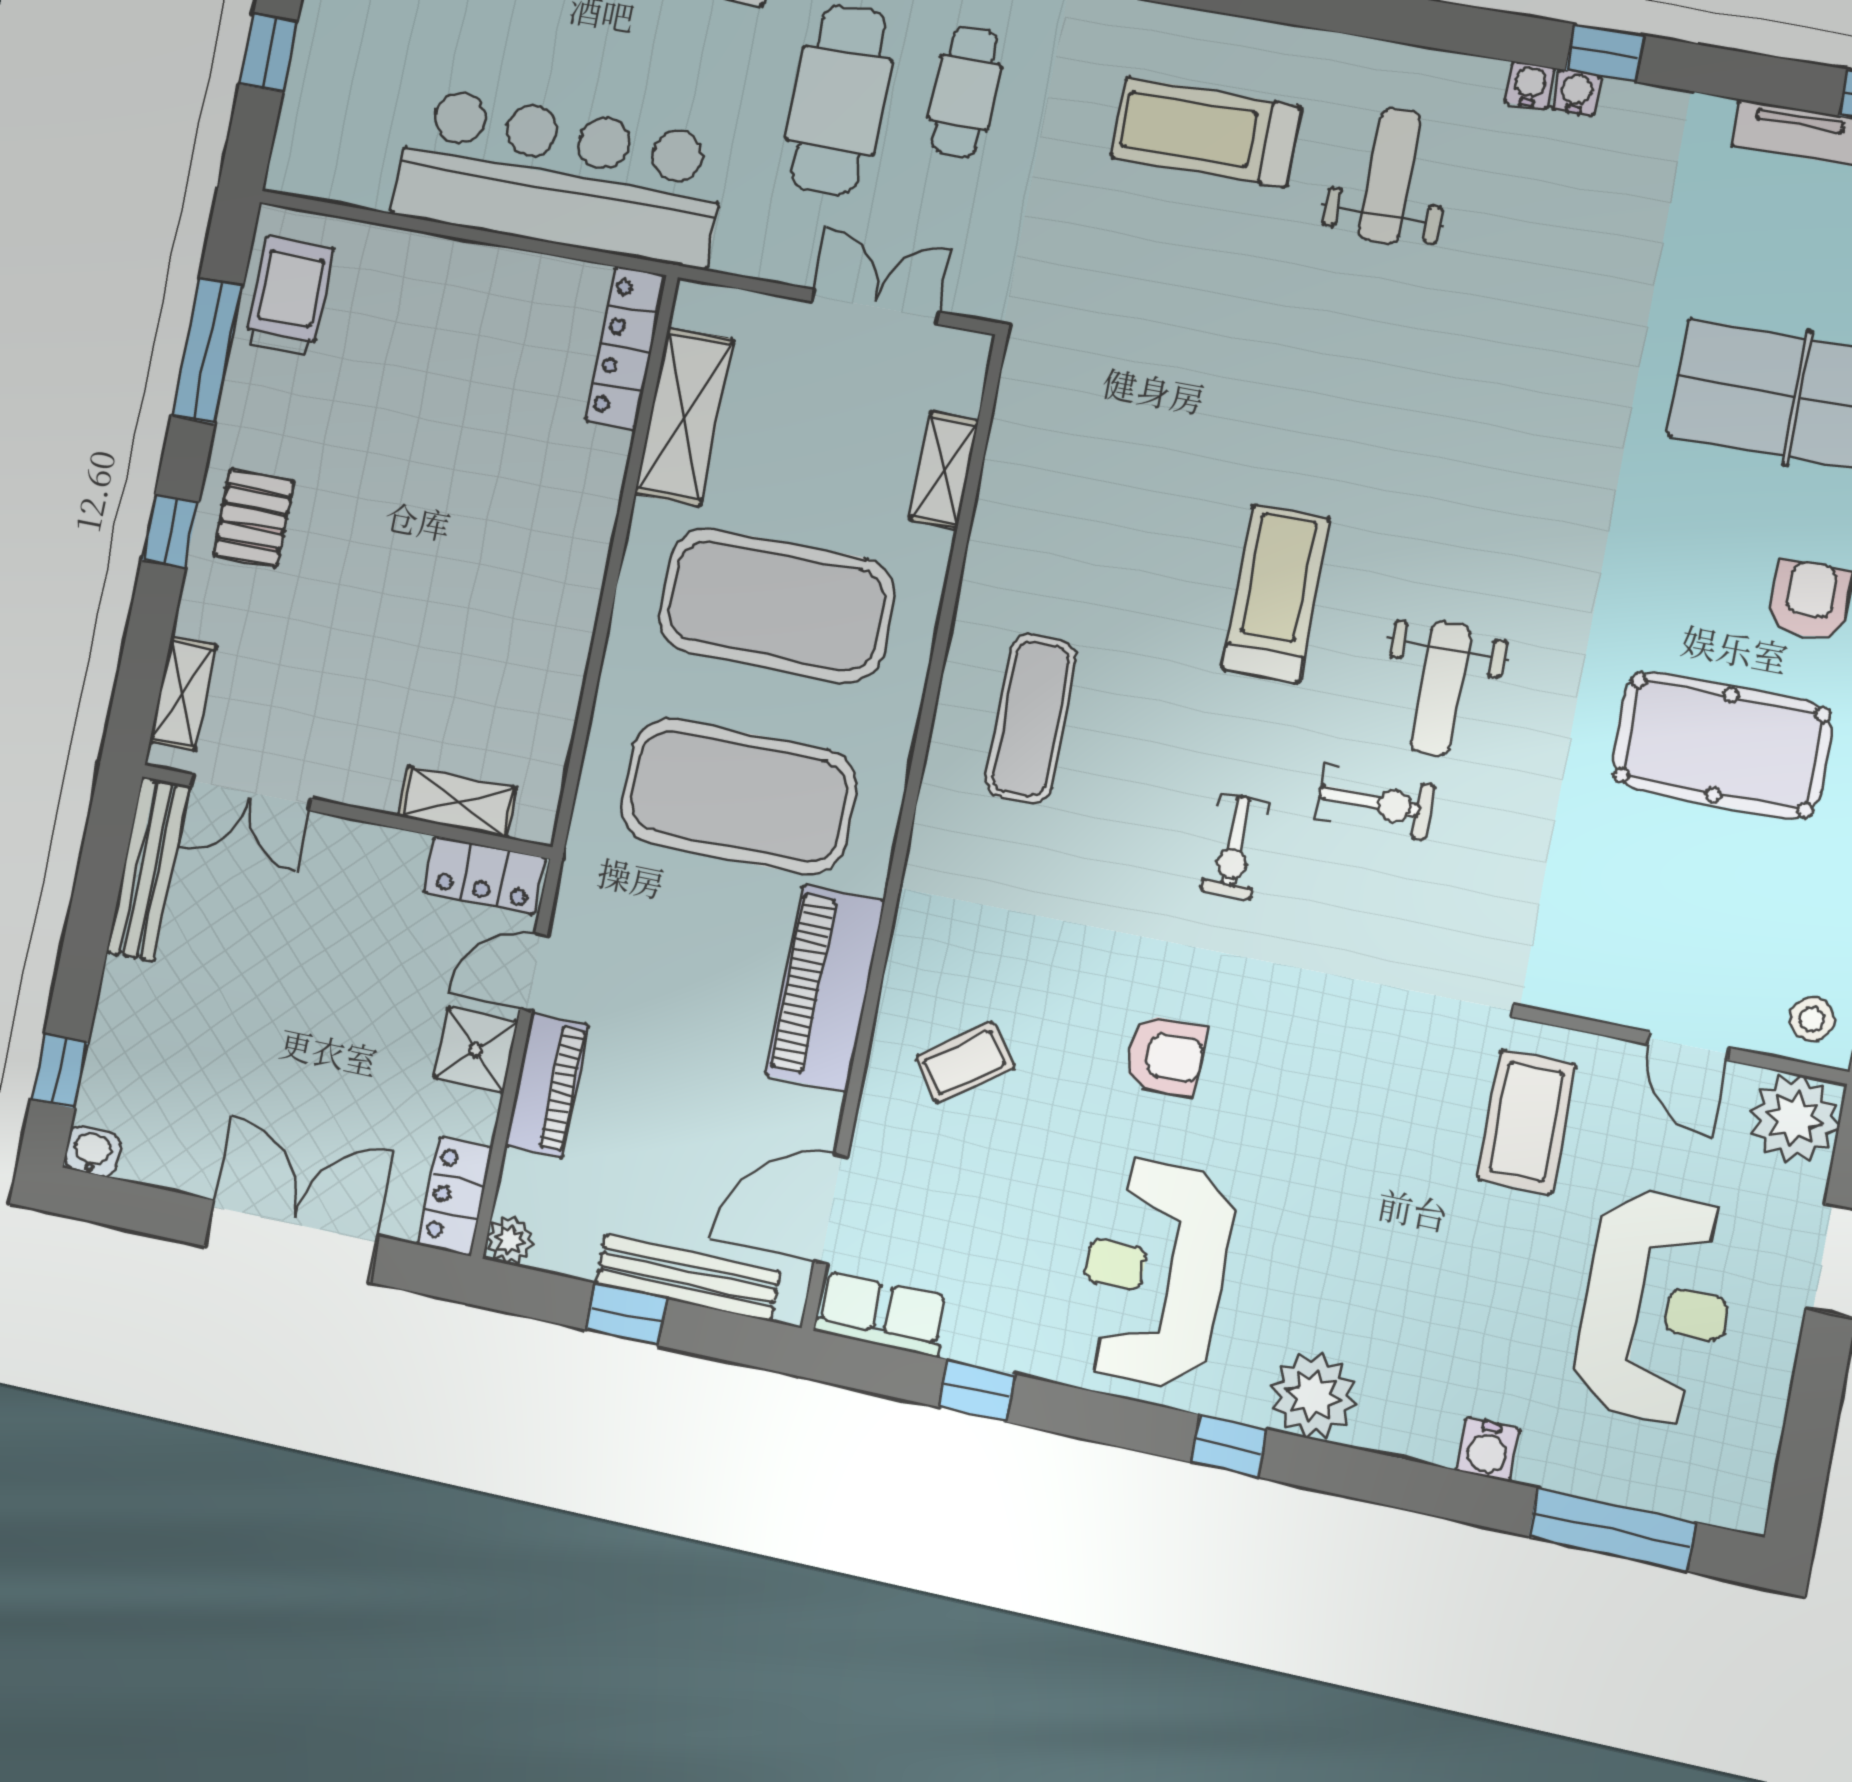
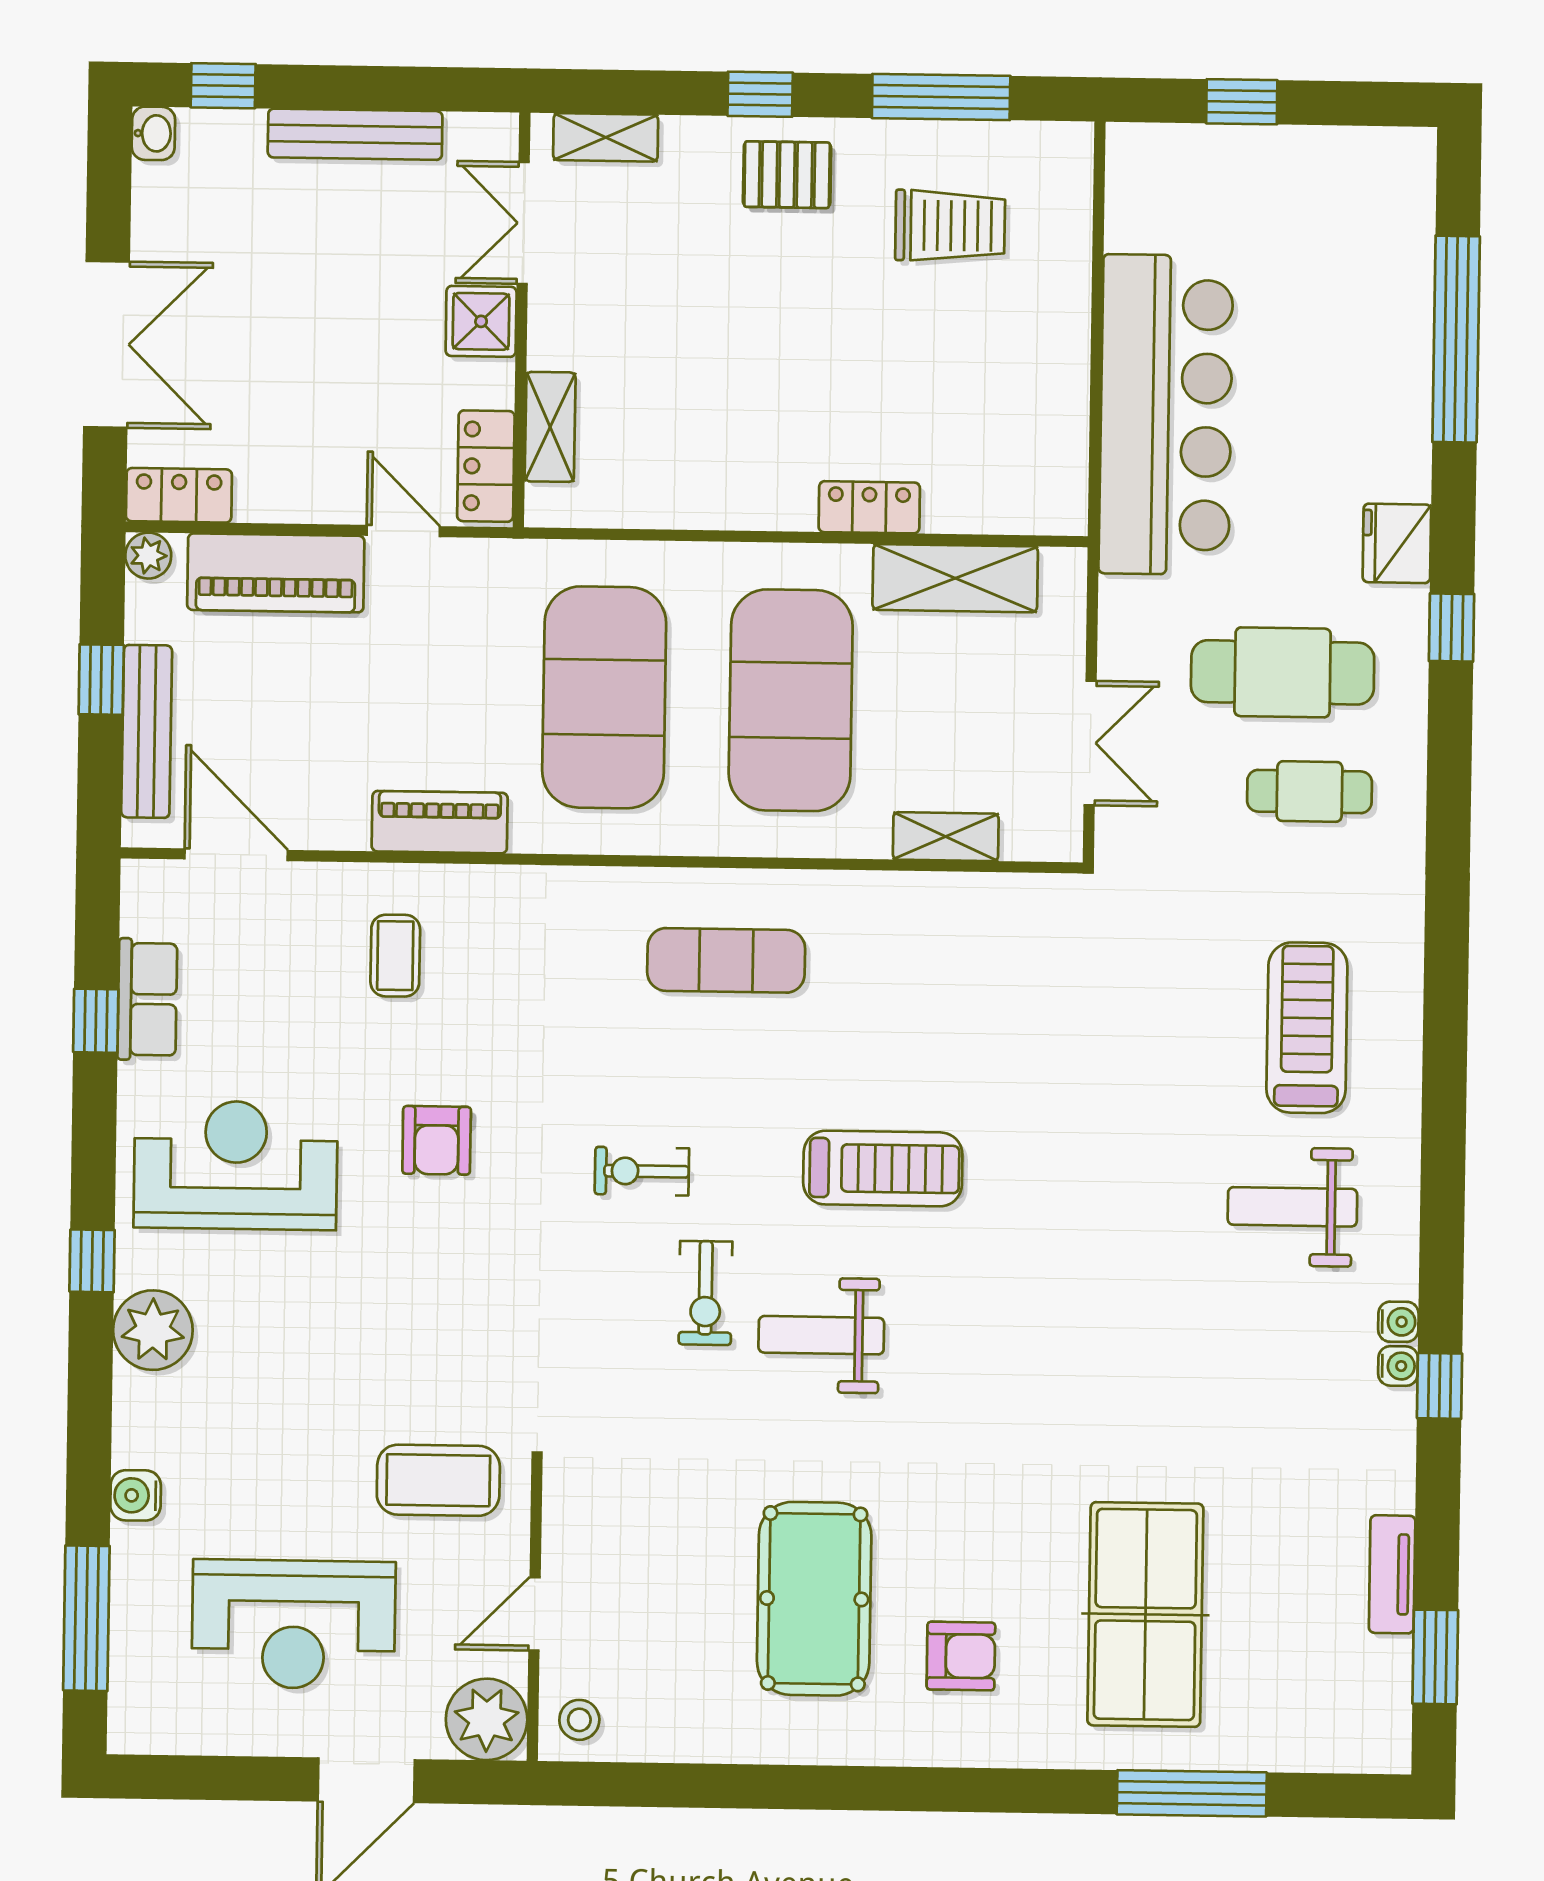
weight bench: (1390, 176) -> (1292, 1207), turned 180
trolley: (289, 296) -> (950, 226), moved
locker: (626, 348) -> (869, 507), moved, width x0.66
bench: (148, 869) -> (355, 134), moved
piano: (825, 988) -> (440, 822), width x0.73, depth x0.75
shower: (476, 1050) -> (481, 321), moved
coffee table: (965, 1062) -> (395, 956), turned 36
piano: (547, 1085) -> (276, 573), width x1.37, depth x1.33
row of seats: (881, 1314) -> (147, 999), moved

